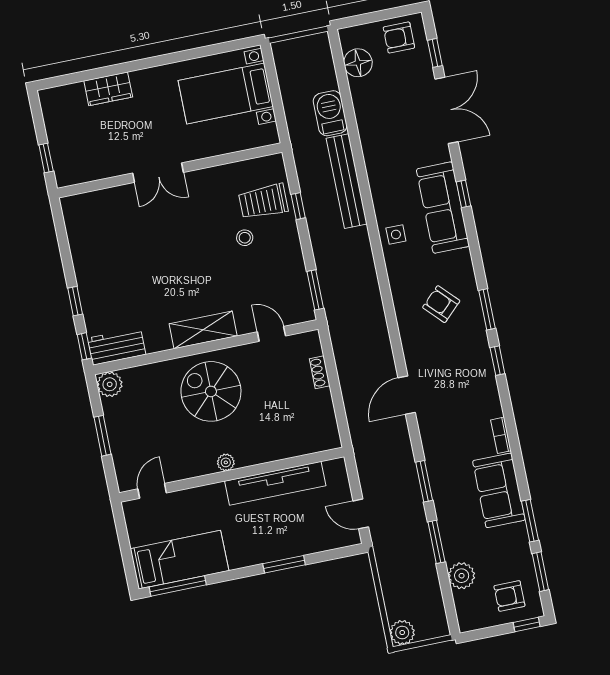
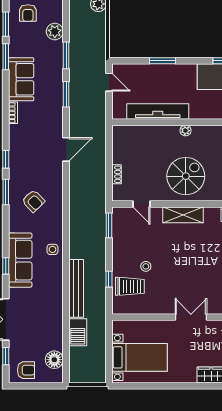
spiral stairs: (211, 391) -> (186, 176), turned -90
armchair: (509, 596) -> (28, 13), turned 90

